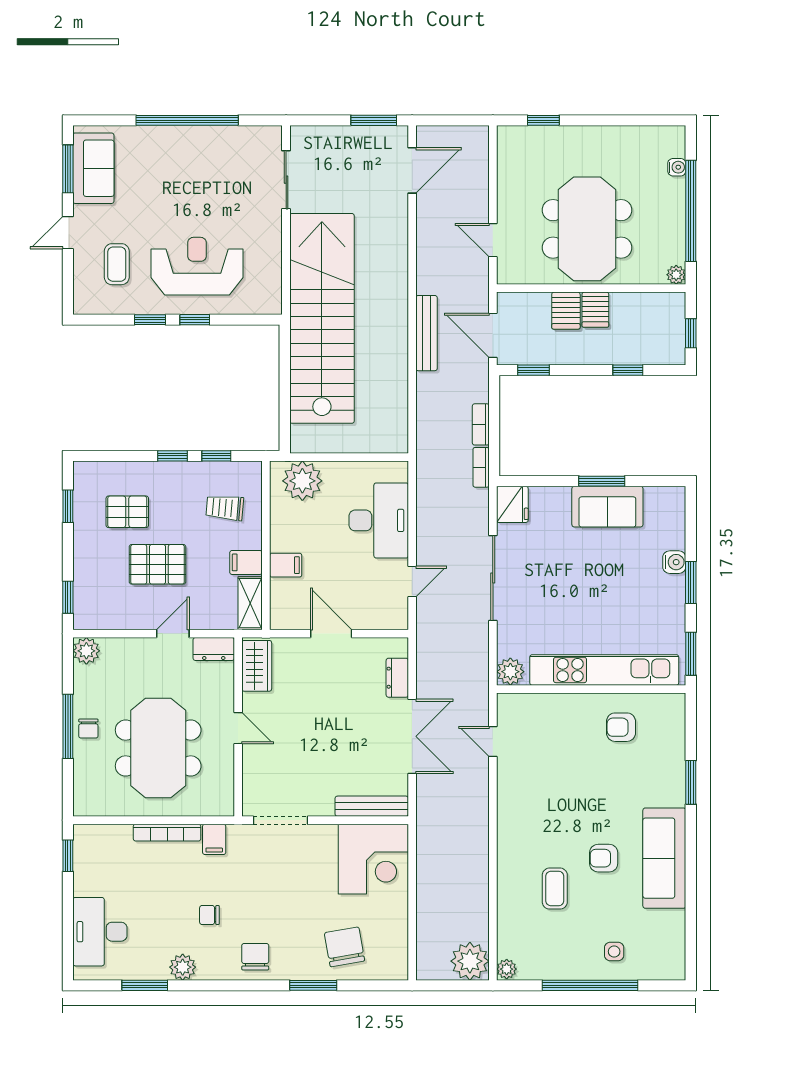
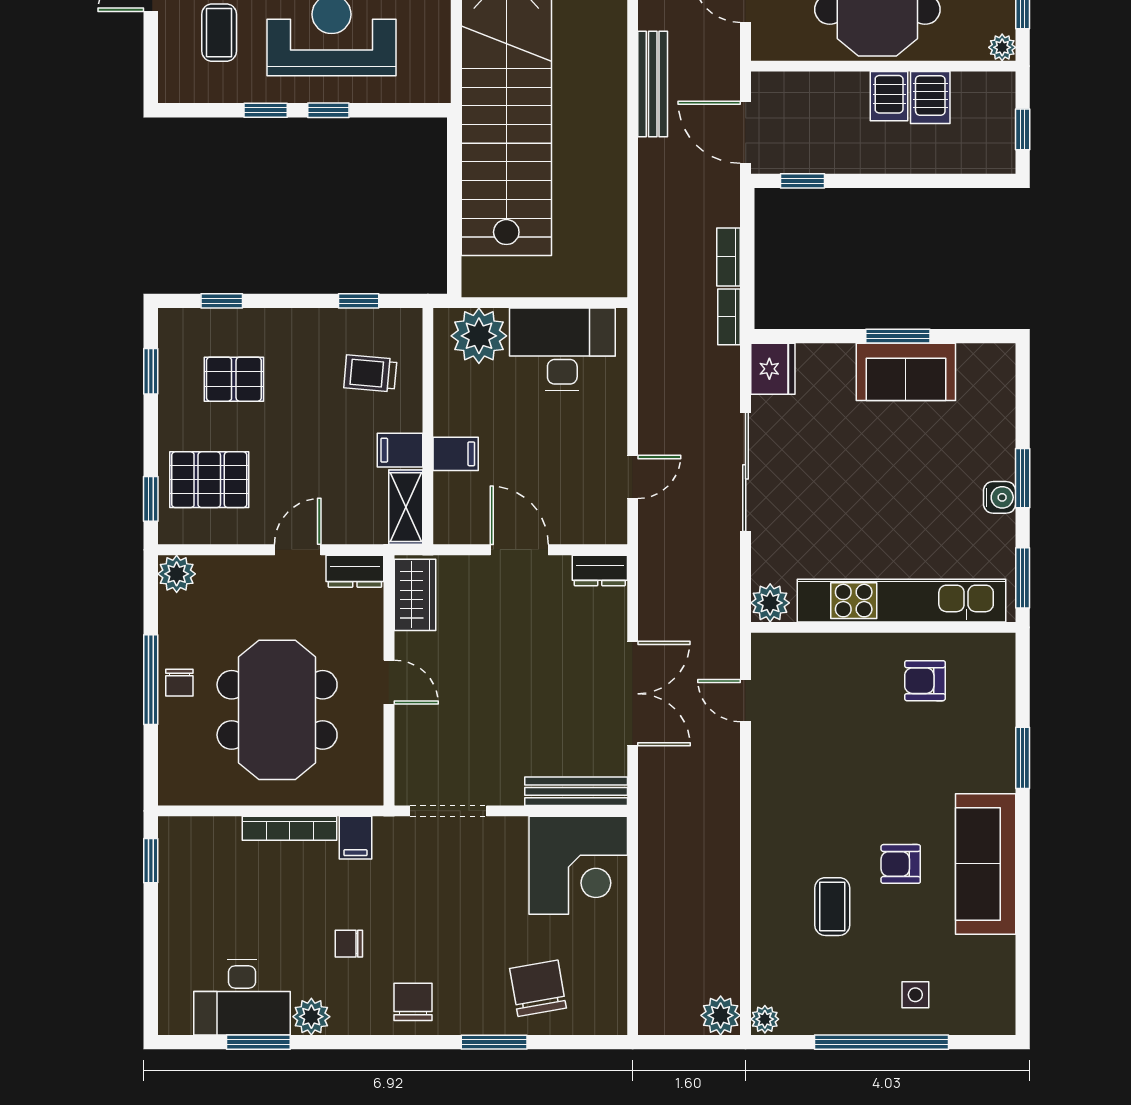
server rack: (566, 311) -> (930, 98), moved
bench: (426, 333) -> (653, 84), moved
window: (628, 370) -> (935, 181), removed
window: (172, 456) -> (222, 301), moved
desk: (379, 520) -> (562, 349), moved, turned -90
water cooler: (674, 562) -> (1000, 497), moved
pallet: (158, 564) -> (209, 480), moved
dresser: (397, 678) -> (600, 570), moved, turned -90
desk: (100, 932) -> (242, 997), moved, turned -90
plant: (470, 961) -> (721, 1015), width x0.73, depth x0.73

